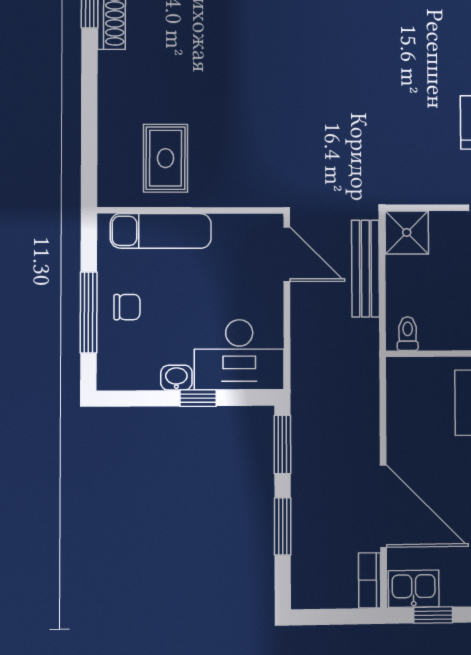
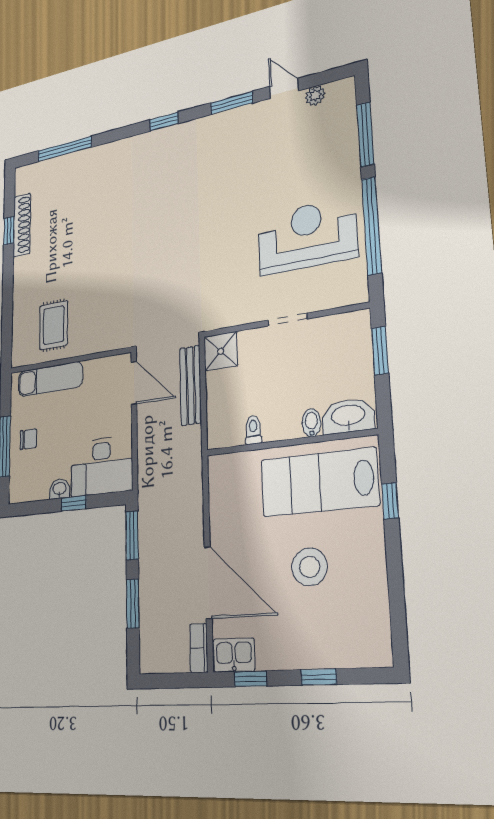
toilet: (408, 334) -> (253, 430), moved

